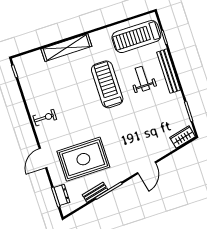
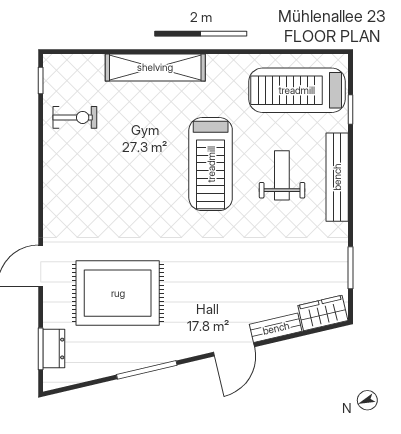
treadmill: (107, 84) -> (211, 164), turned 180
exercise bike: (45, 118) -> (75, 117), moved
bench: (95, 192) -> (276, 328), moved

